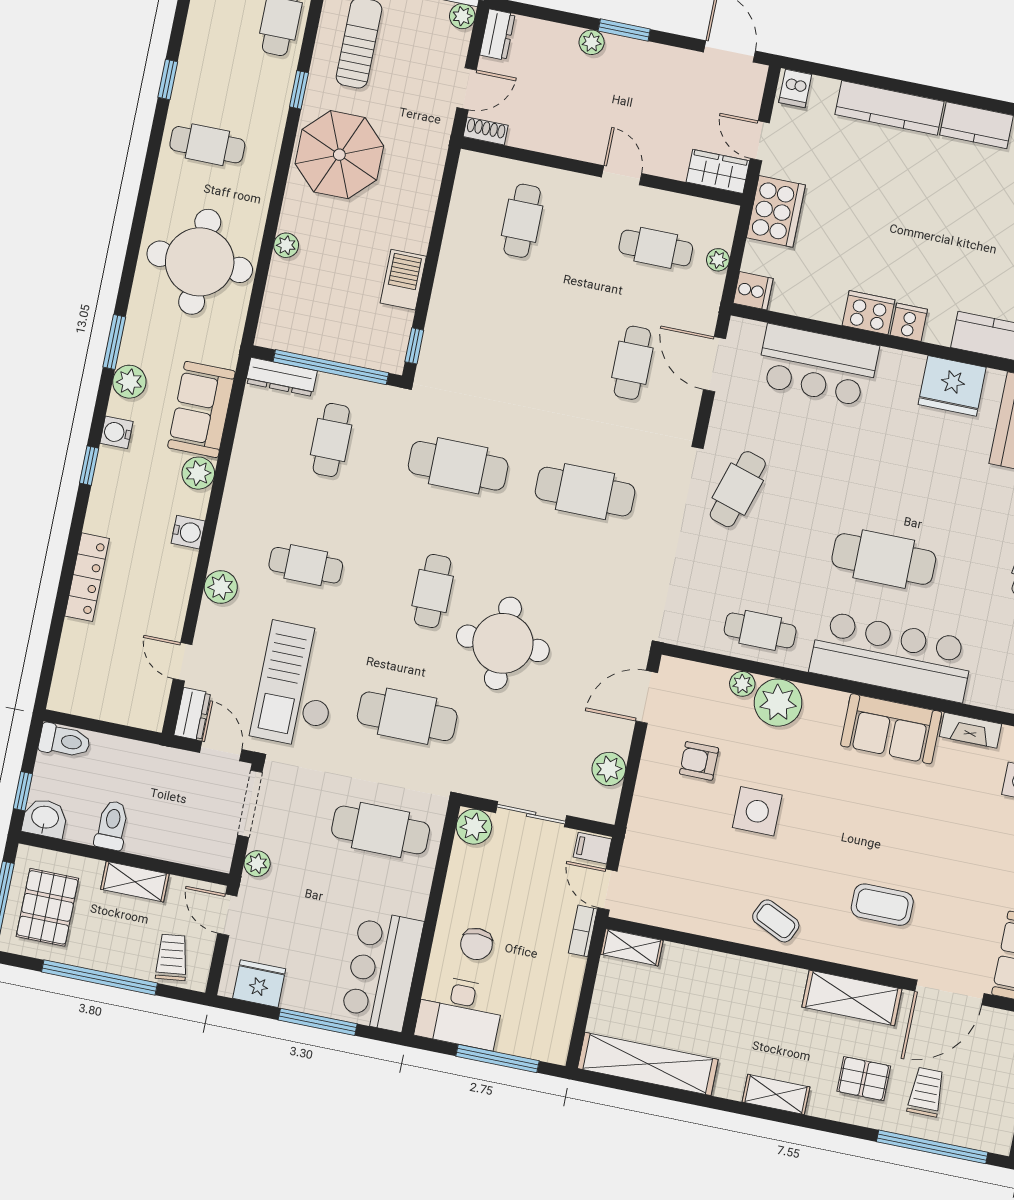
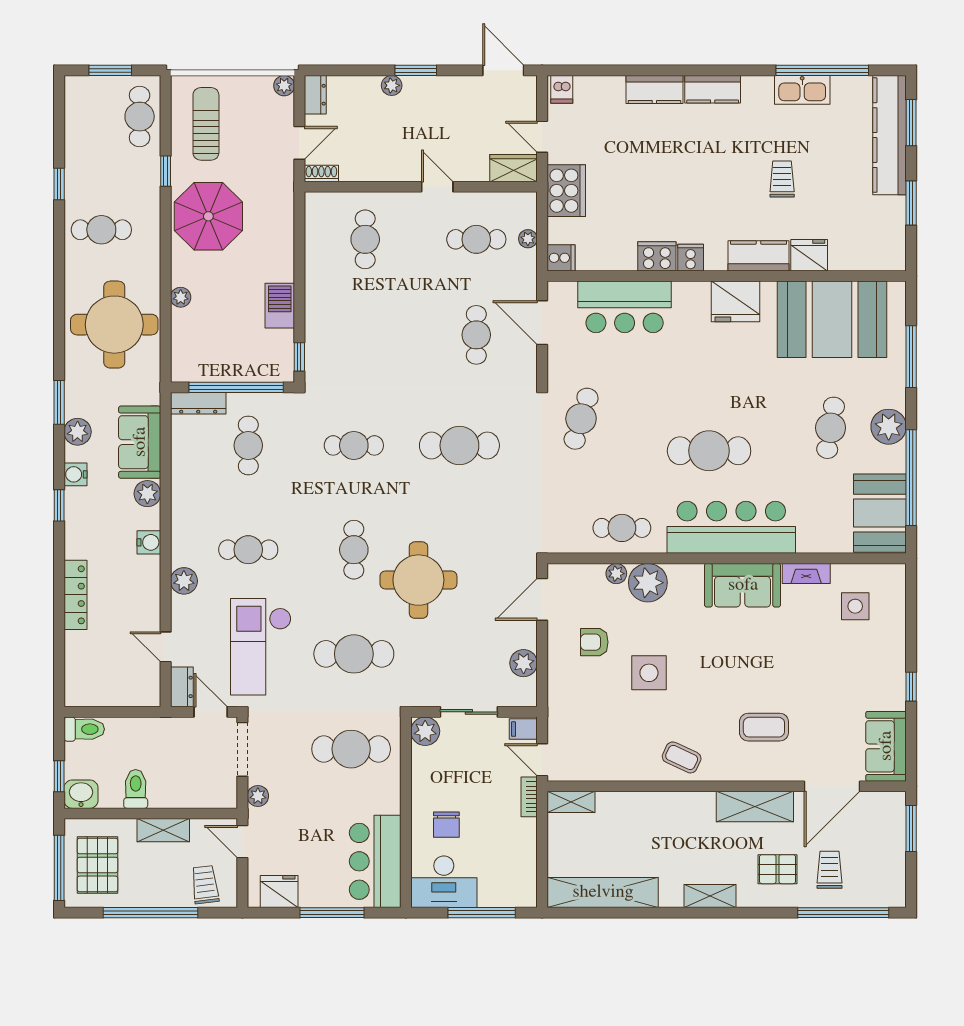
kitchen counter: (889, 108) -> (654, 89), width x0.67
cafe table: (458, 466) -> (354, 445), width x0.73, depth x0.74

